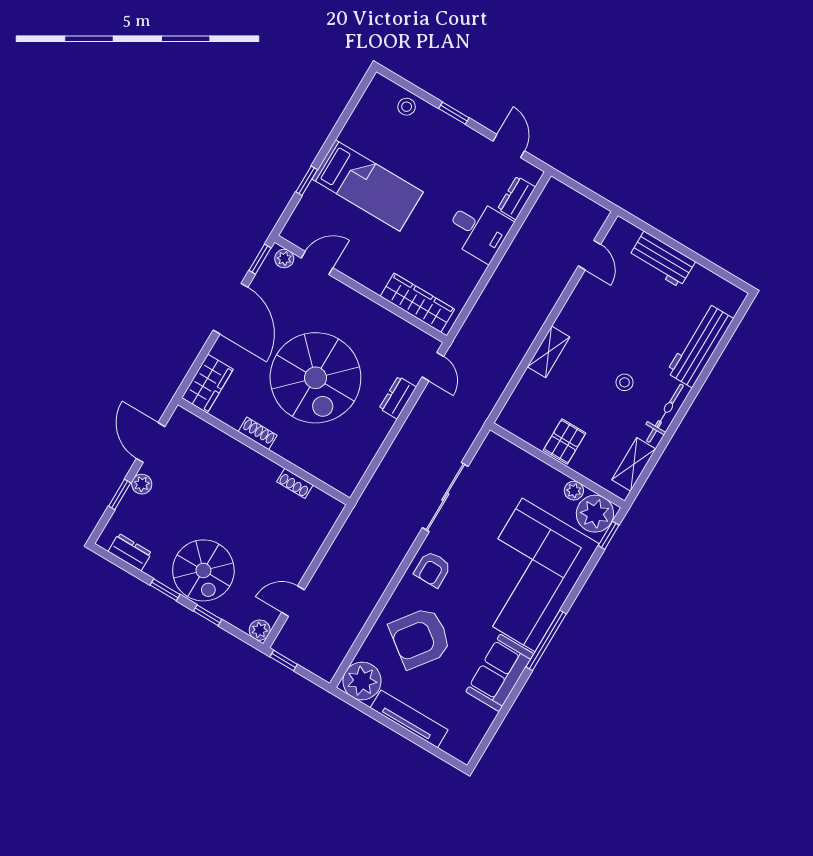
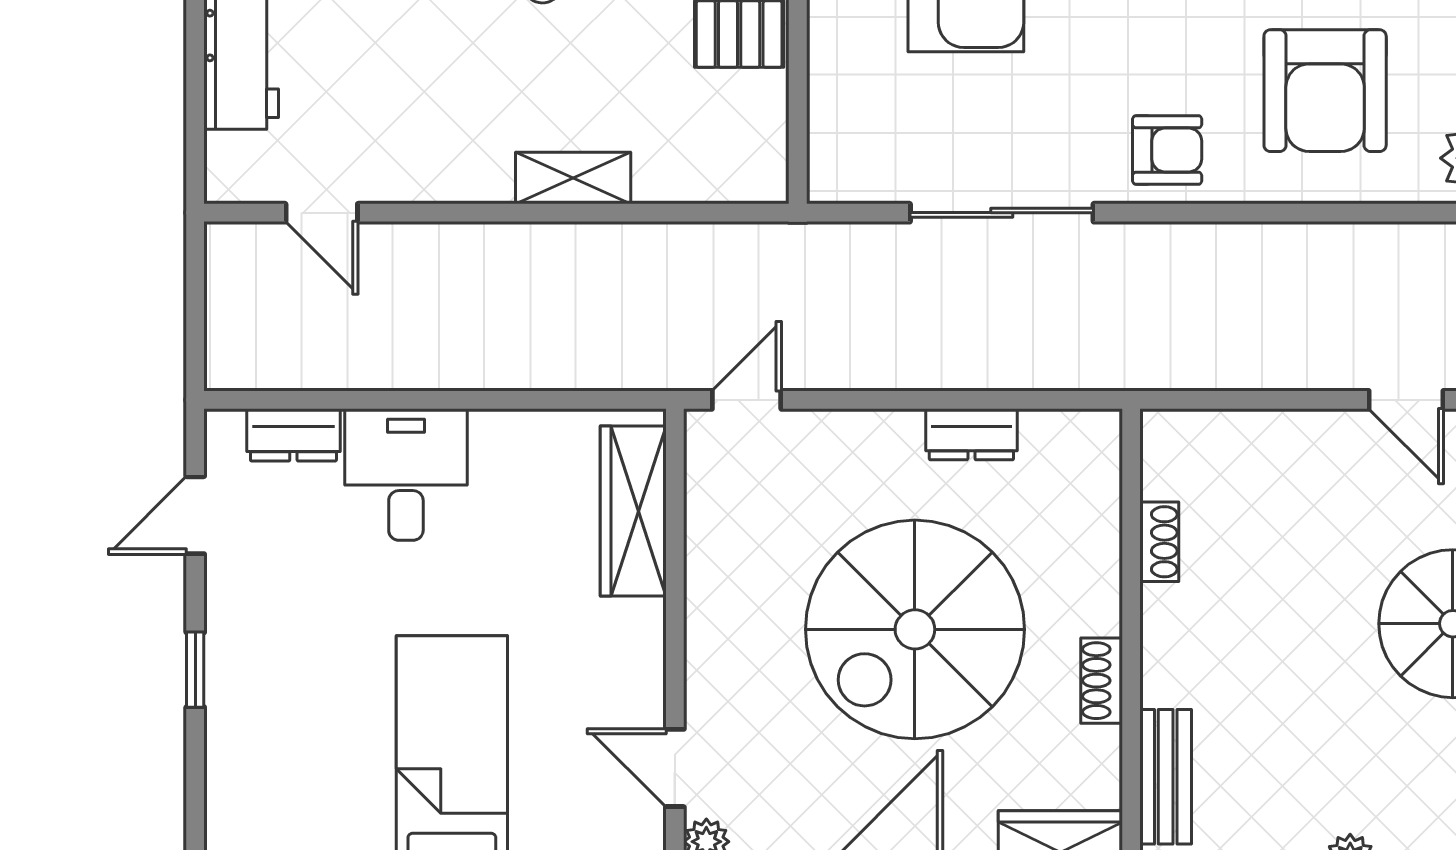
stool: (407, 107) -> (240, 776), removed
door: (590, 255) -> (322, 213), swing flipped
spiral stairs: (315, 378) -> (915, 629), turned 180
dresser: (398, 398) -> (971, 434), moved
bench: (210, 436) -> (1166, 777), added
armchair: (420, 638) -> (1325, 91), turned 53

